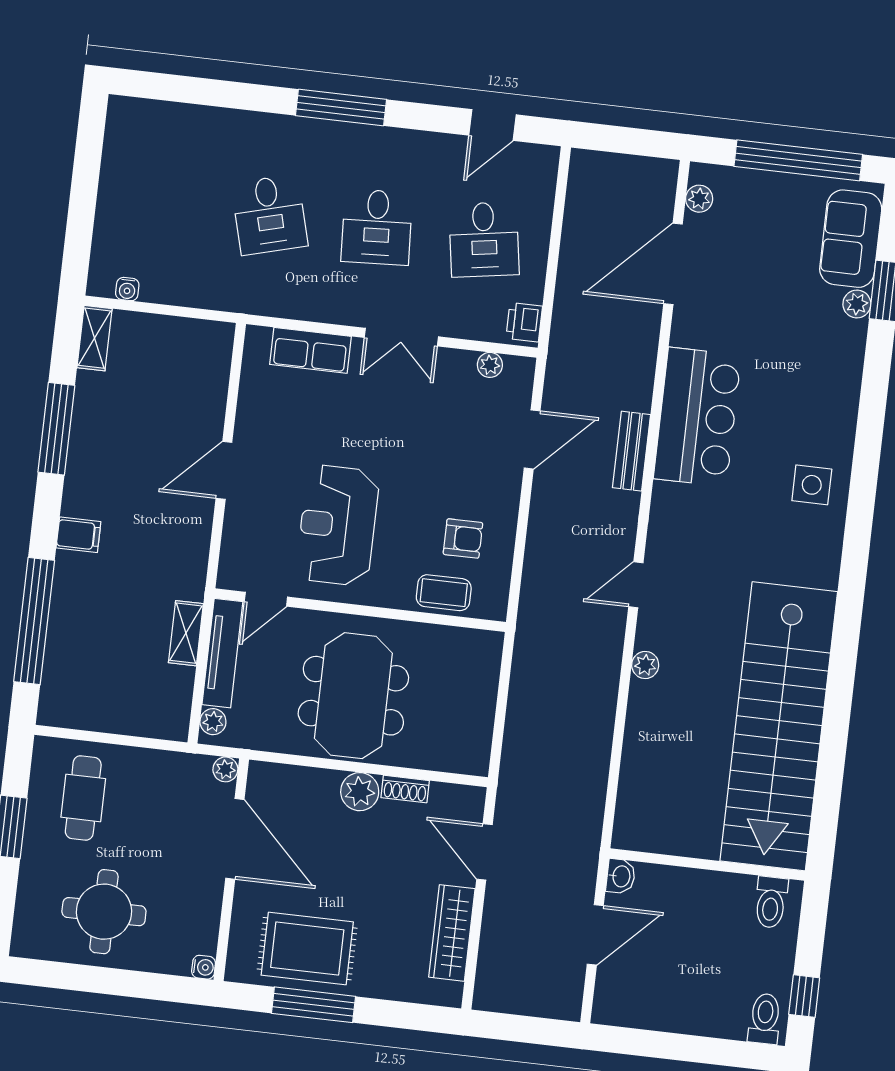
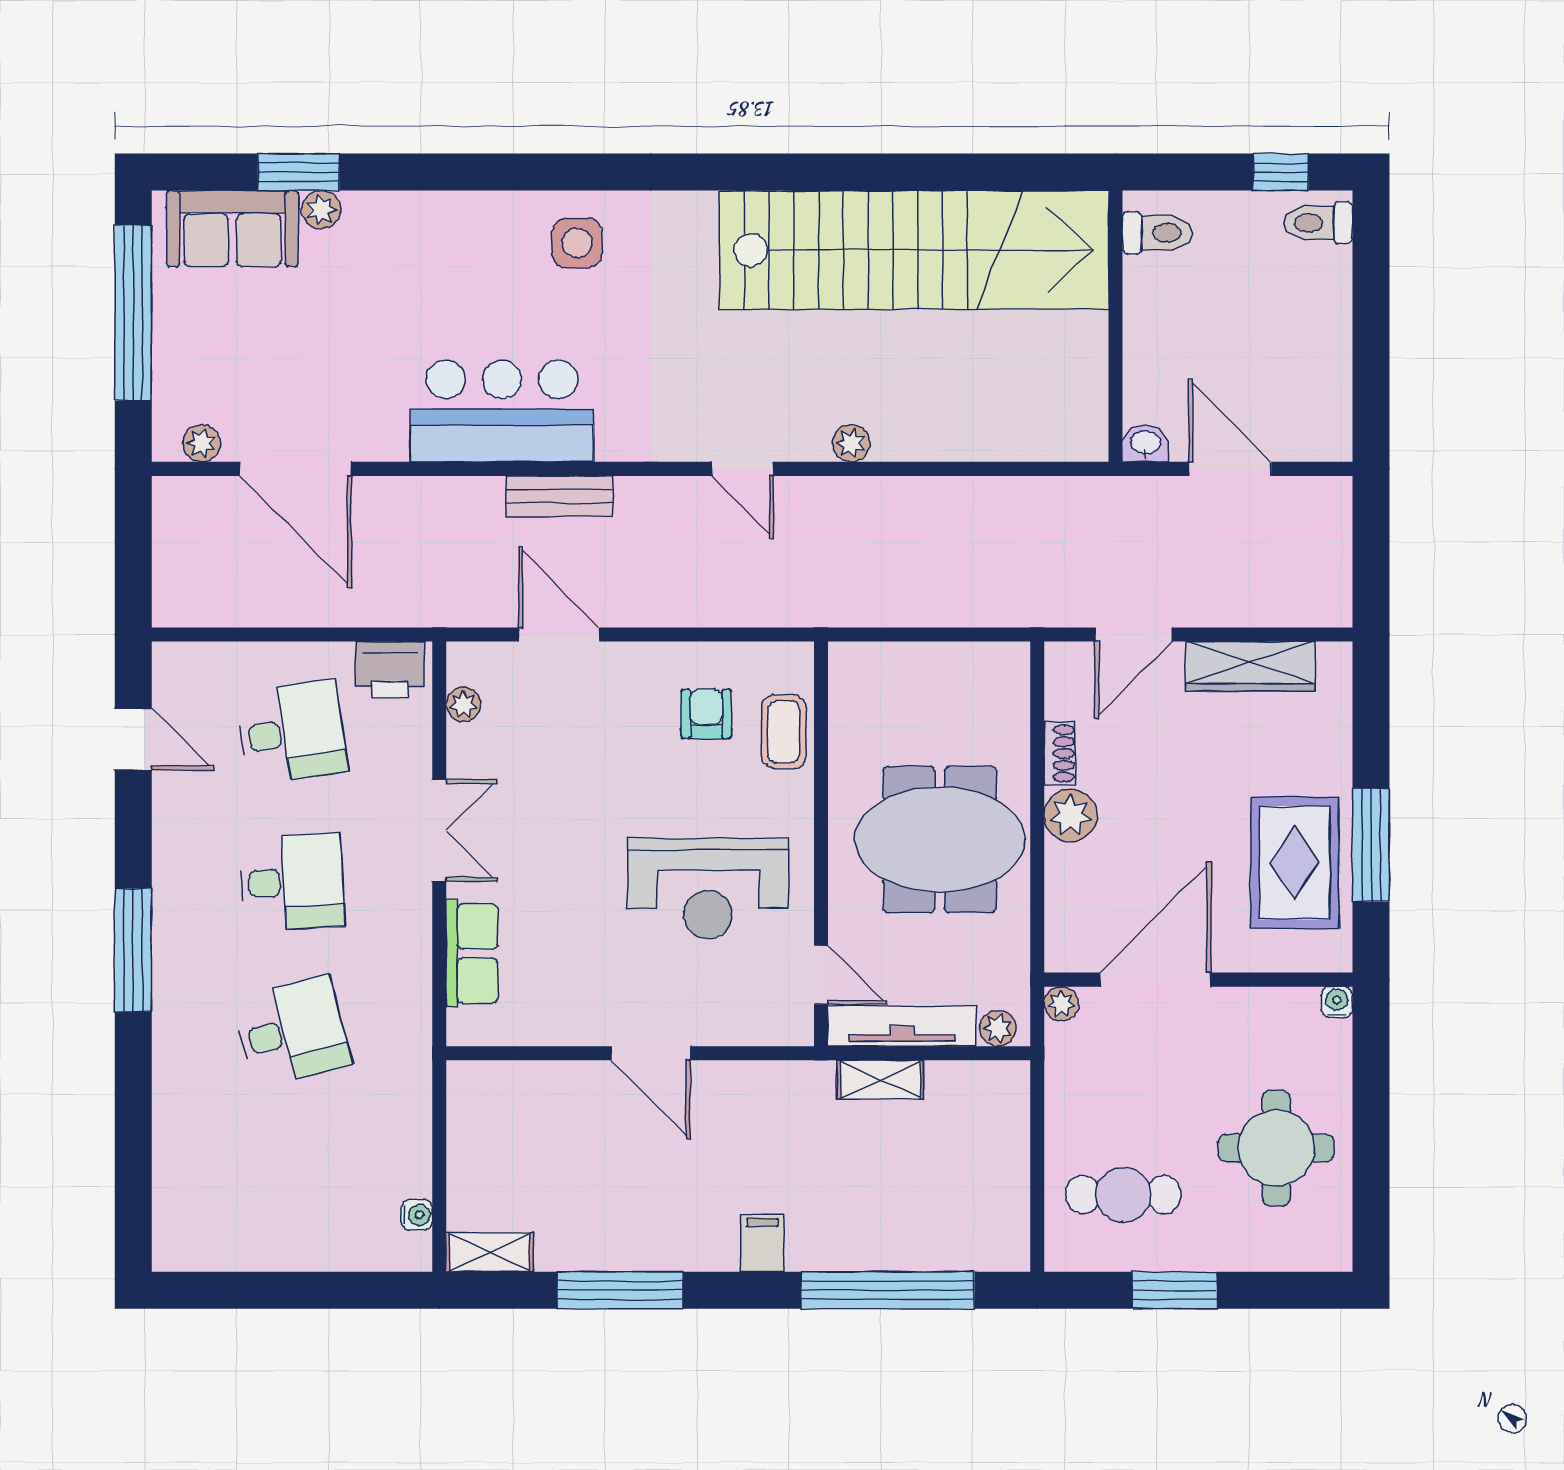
printer: (524, 322) -> (390, 670), width x1.36, depth x1.24

